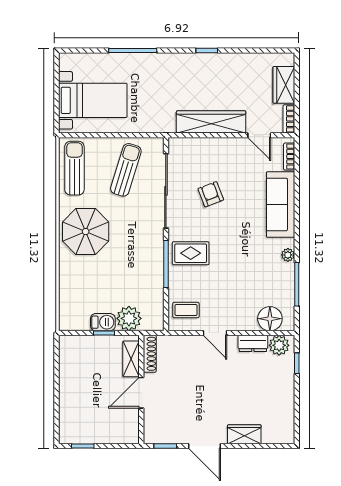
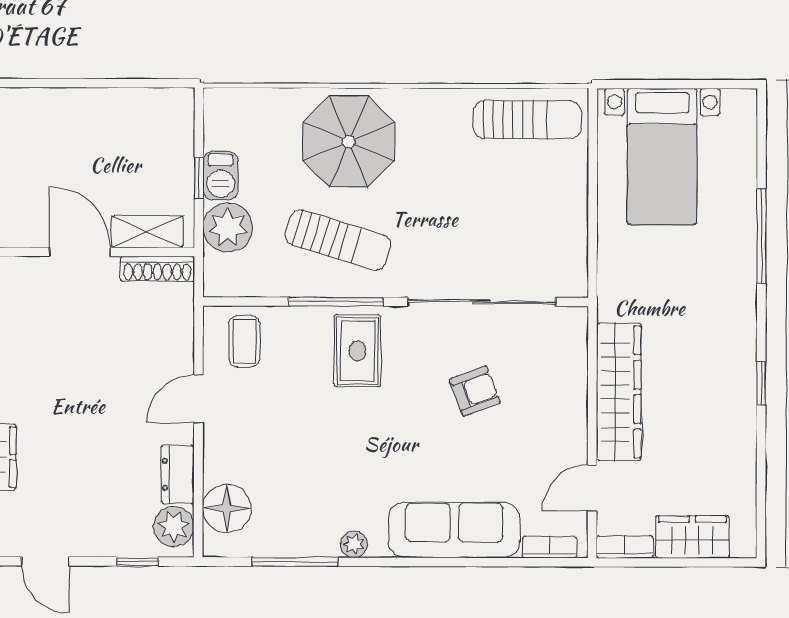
sun lounger: (126, 170) -> (338, 240), moved
parasol: (86, 232) -> (349, 142), moved
door: (297, 410) -> (45, 561), added

